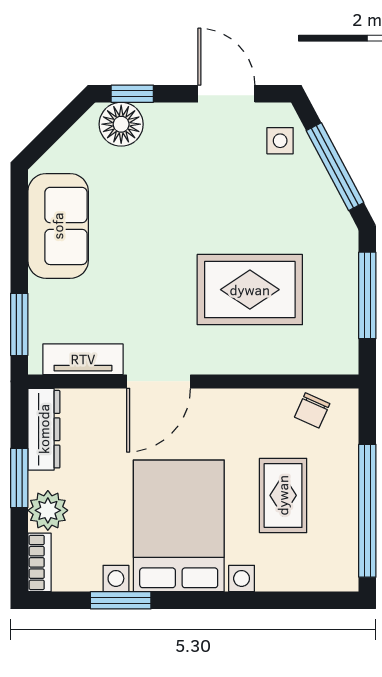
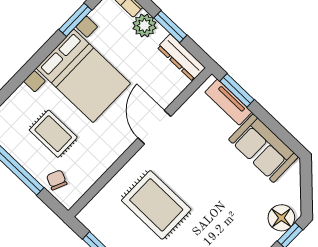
rug: (250, 290) -> (156, 205), turned 90
tv unit: (83, 359) -> (228, 102), moved, turned 90
chair: (312, 410) -> (57, 180), moved

